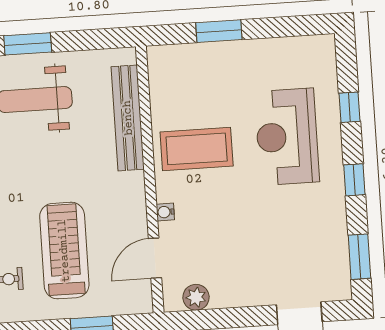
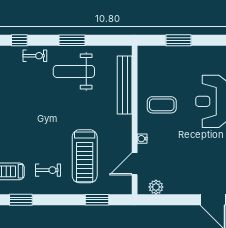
coffee table: (197, 149) -> (162, 105), width x0.73, depth x0.76
treadmill: (64, 251) -> (85, 156), turned 180

